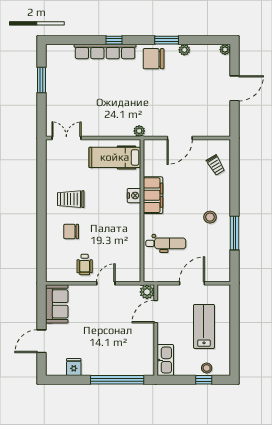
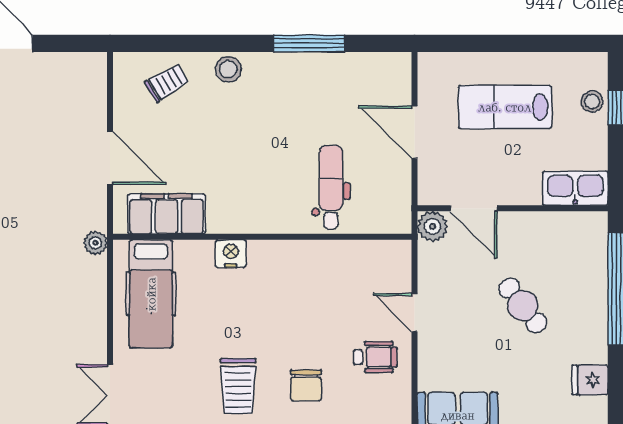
filing cabinet: (153, 195) -> (167, 214), moved
stool: (210, 217) -> (228, 69), moved
cafe table: (109, 335) -> (523, 306), added

